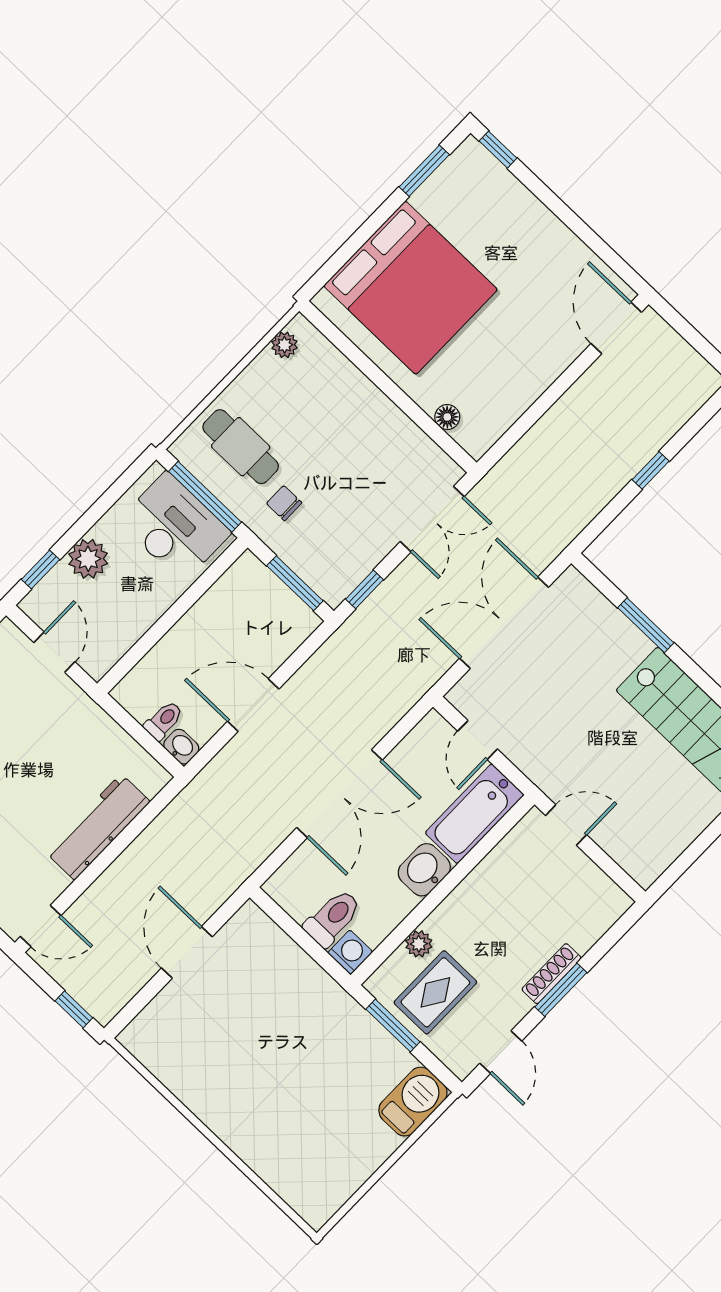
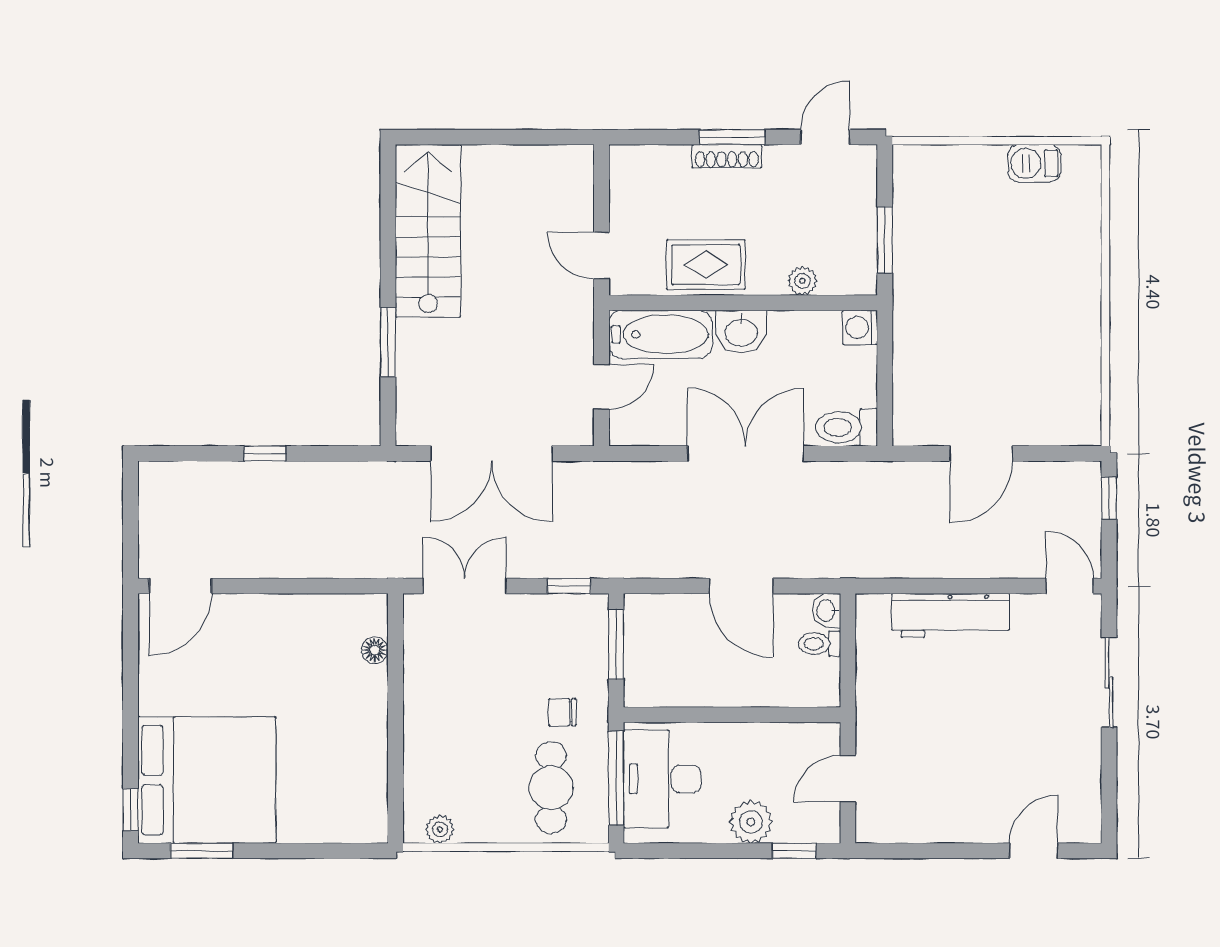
bed: (411, 288) -> (207, 780), moved, turned 90
chair: (284, 503) -> (562, 712), turned 90
toilet: (333, 918) -> (846, 427), moved
rug: (435, 992) -> (706, 265), moved
barbecue: (413, 1102) -> (1034, 163), moved, width x0.73, depth x0.79

